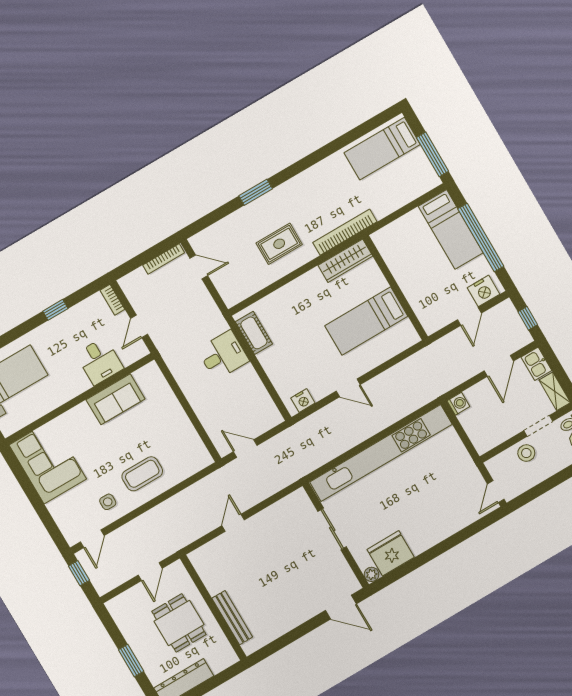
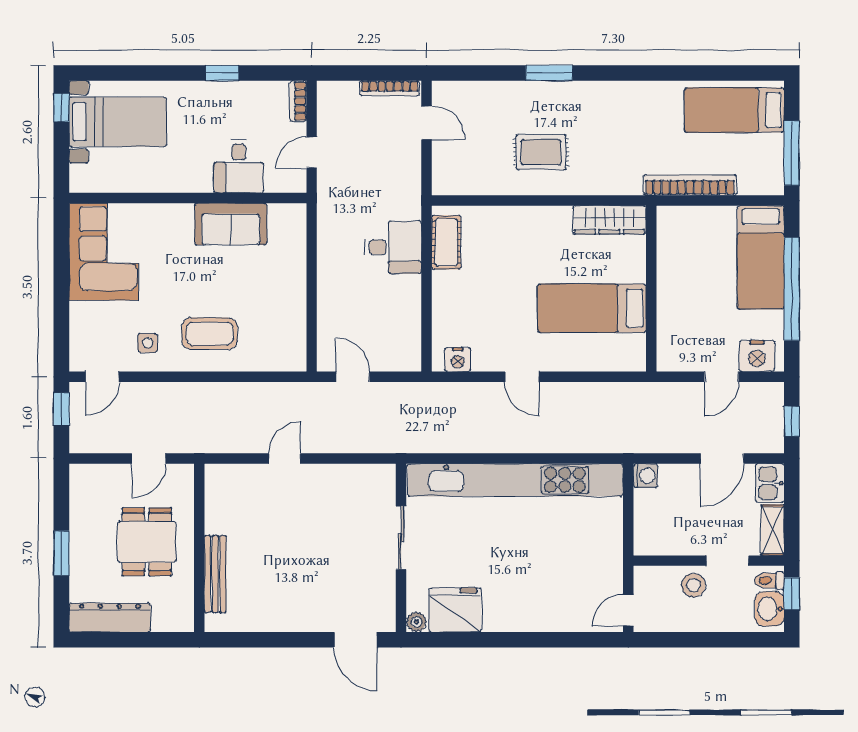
bookcase: (345, 232) -> (690, 185), moved

